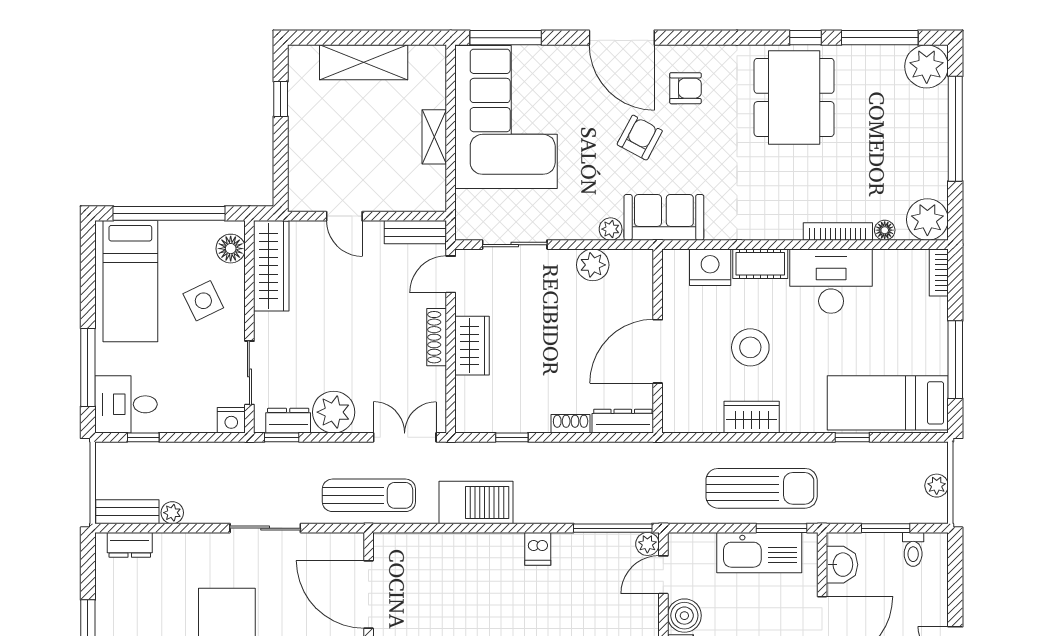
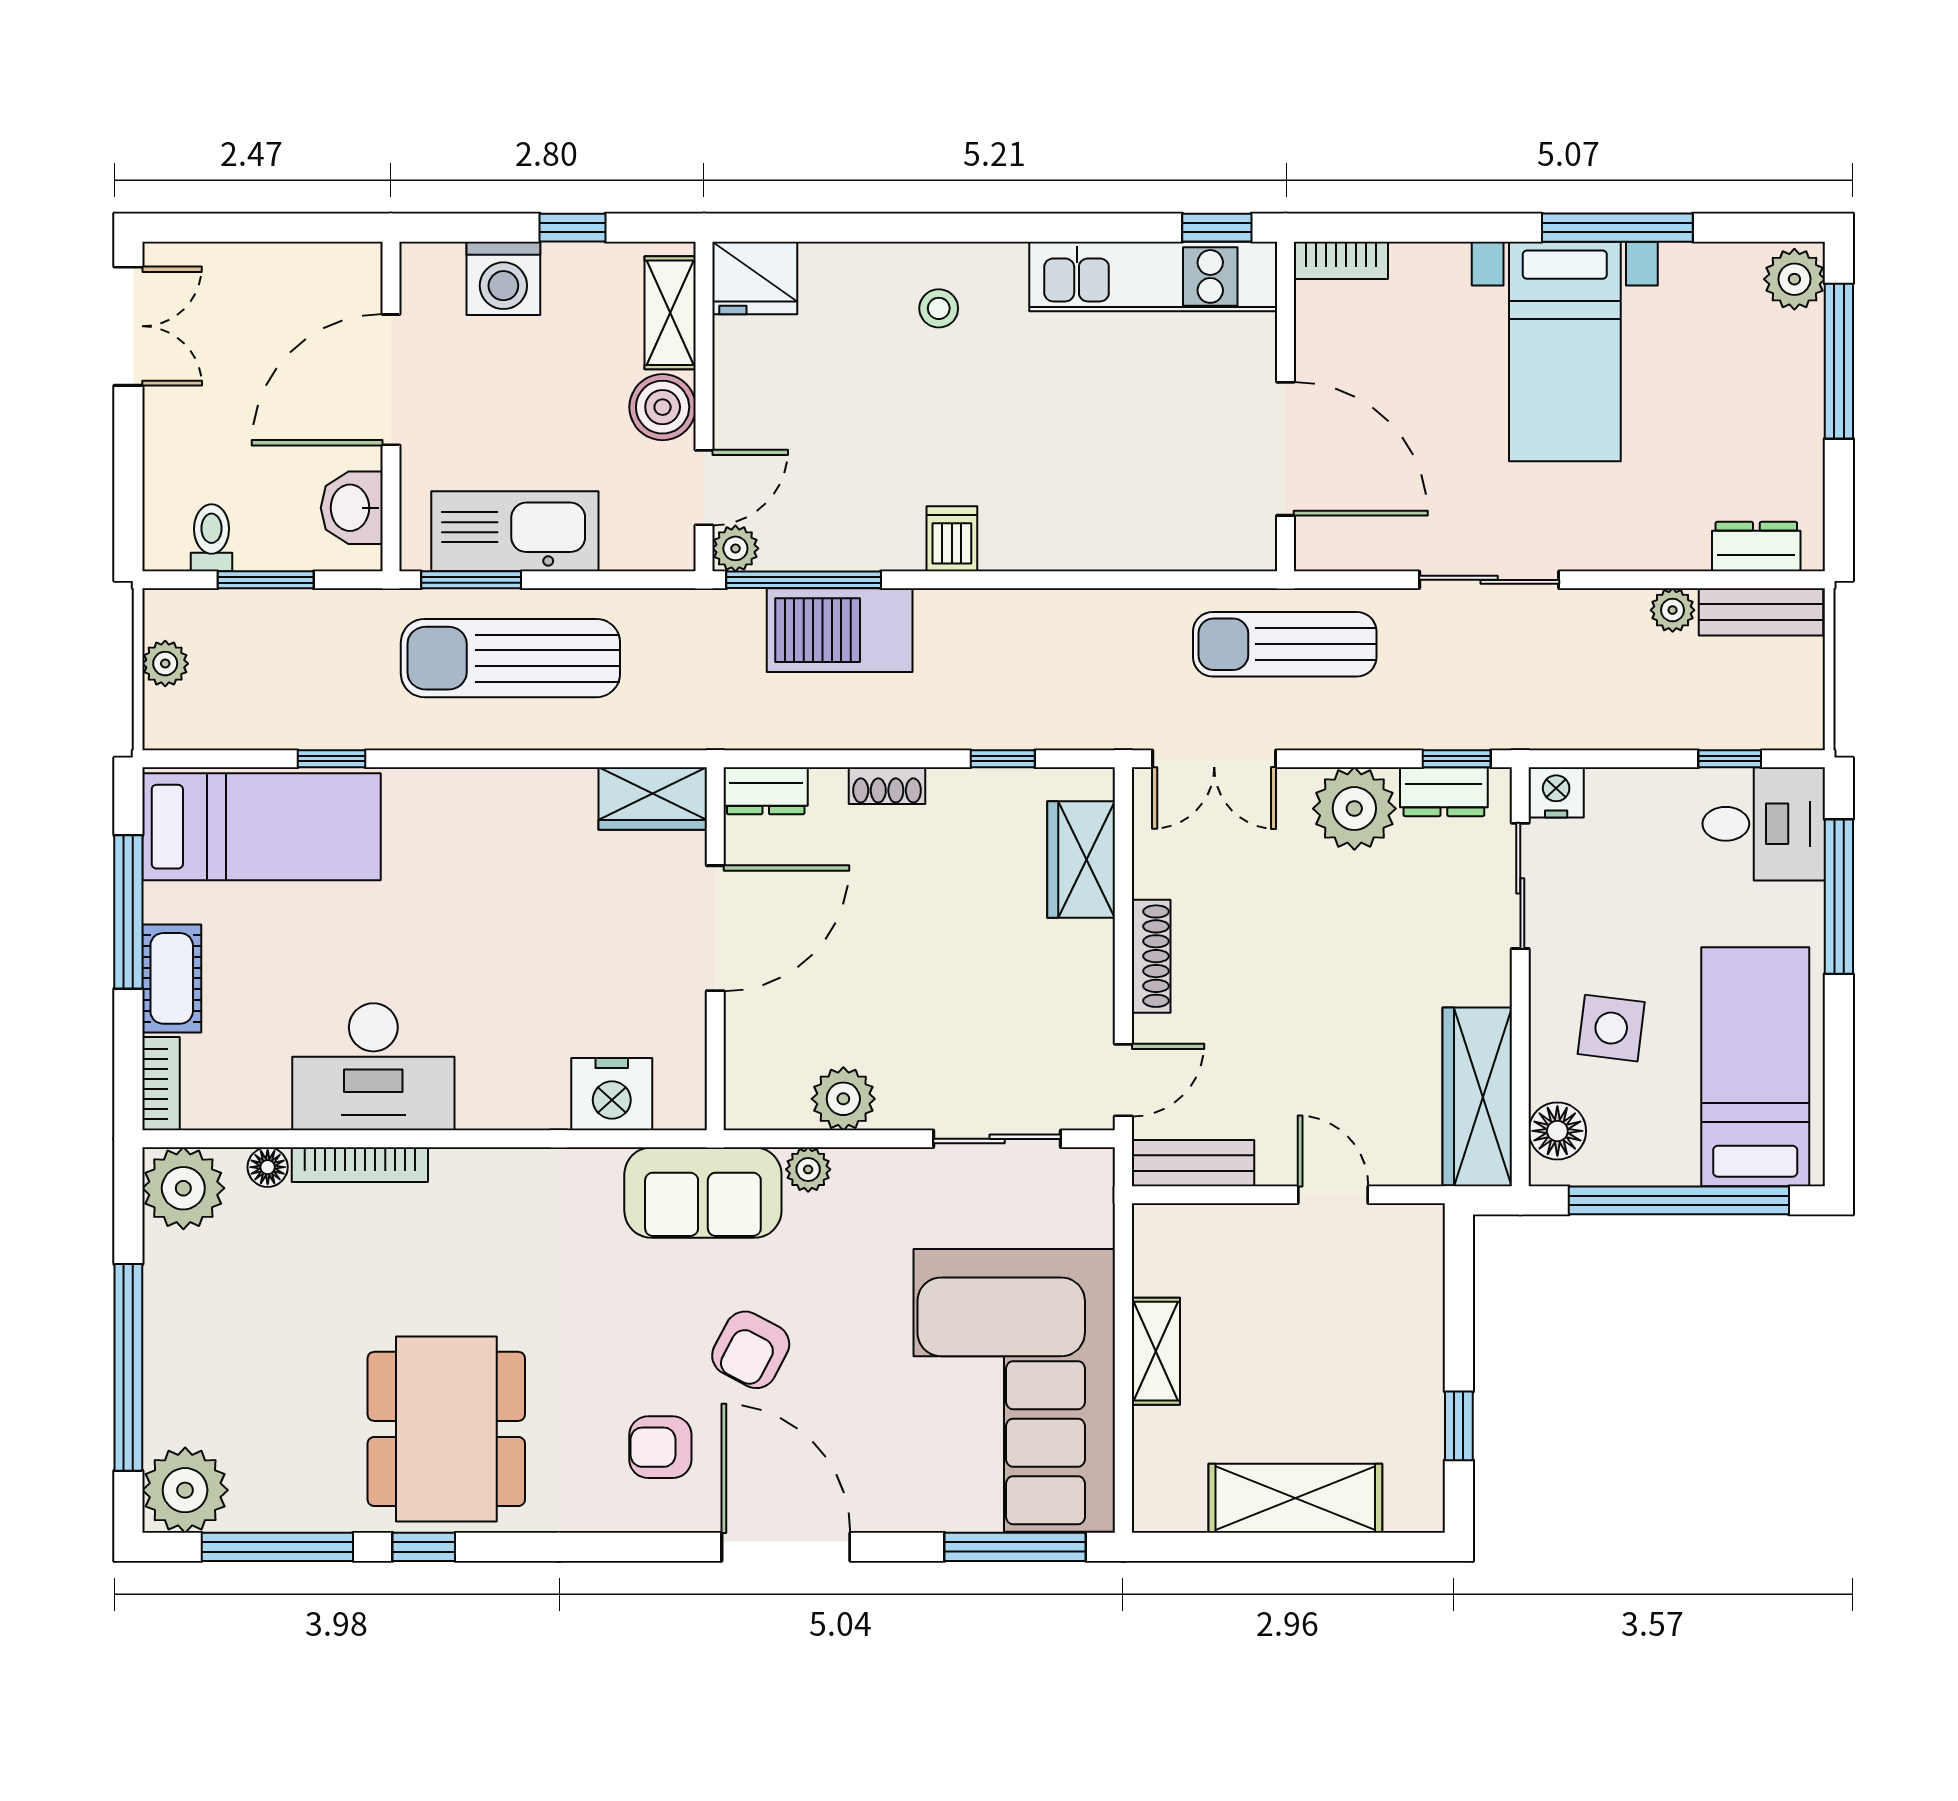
cot: (760, 264) -> (172, 978), moved, turned 90
side table: (203, 301) -> (1611, 1028), turned 33
wardrobe: (472, 346) -> (1081, 859), moved
stool: (750, 347) -> (533, 936), removed
wardrobe: (752, 417) -> (653, 798), moved
dresser: (623, 421) -> (766, 791), width x0.70
barbecue: (476, 503) -> (840, 630), moved

